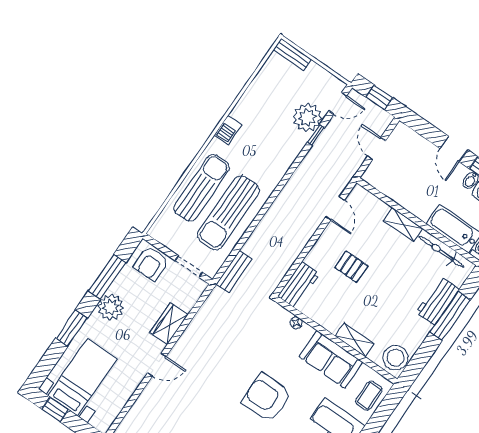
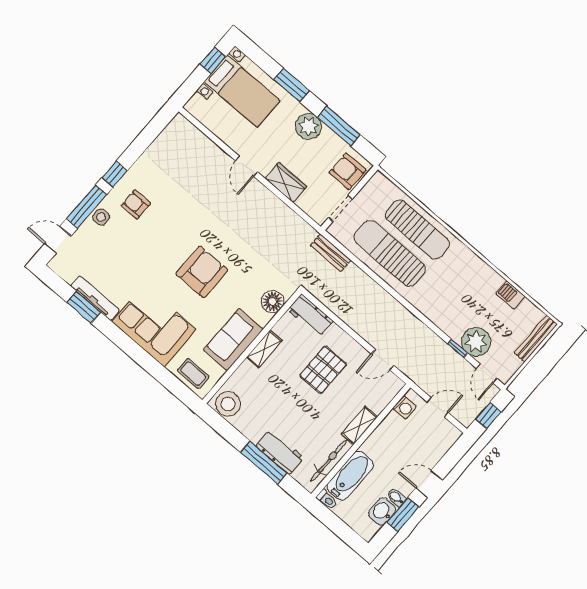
bench: (292, 54) -> (536, 339), width x1.36
barbecue: (228, 130) -> (510, 295), moved
washing machine: (380, 182) -> (404, 408), added
pallet: (351, 267) -> (323, 370), width x1.50, depth x1.42
floor lamp: (296, 323) -> (273, 302), width x1.89, depth x1.89
shelving: (354, 340) -> (264, 349), moved

